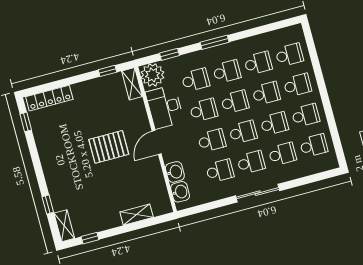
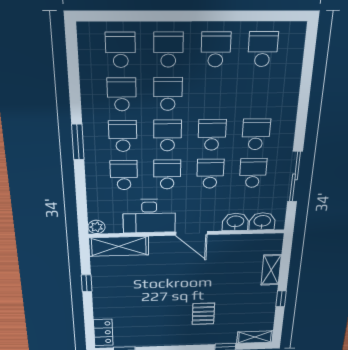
window: (169, 54) -> (81, 197), removed
window: (108, 71) -> (87, 283), moved
plant: (153, 75) -> (96, 227), width x0.53, depth x0.53
shelving: (132, 84) -> (119, 246), width x1.50, depth x1.33
locker: (49, 98) -> (103, 332), width x0.66
school desk: (274, 124) -> (214, 94), removed
pallet: (109, 147) -> (203, 314), moved, width x0.67, depth x0.71
school desk: (282, 154) -> (259, 93), removed
sliding door: (258, 193) -> (295, 177), moved
window: (90, 238) -> (281, 299), moved

